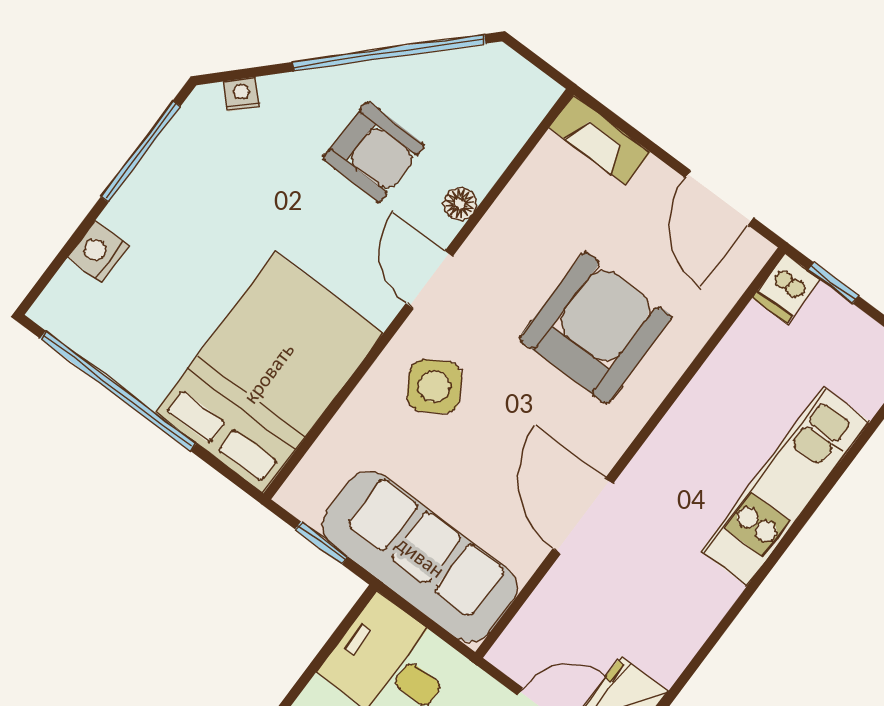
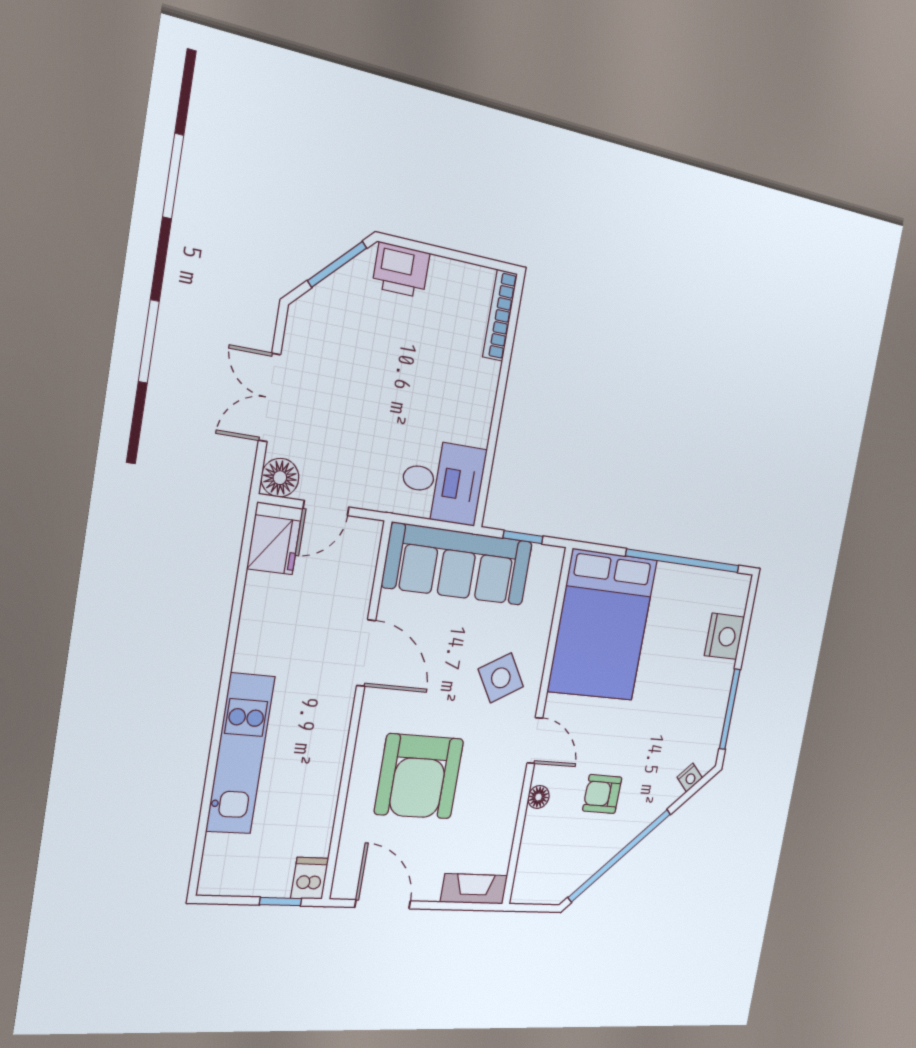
armchair: (374, 152) -> (602, 794), width x0.72, depth x0.72
nightstand: (98, 252) -> (724, 636), width x1.36, depth x1.33

